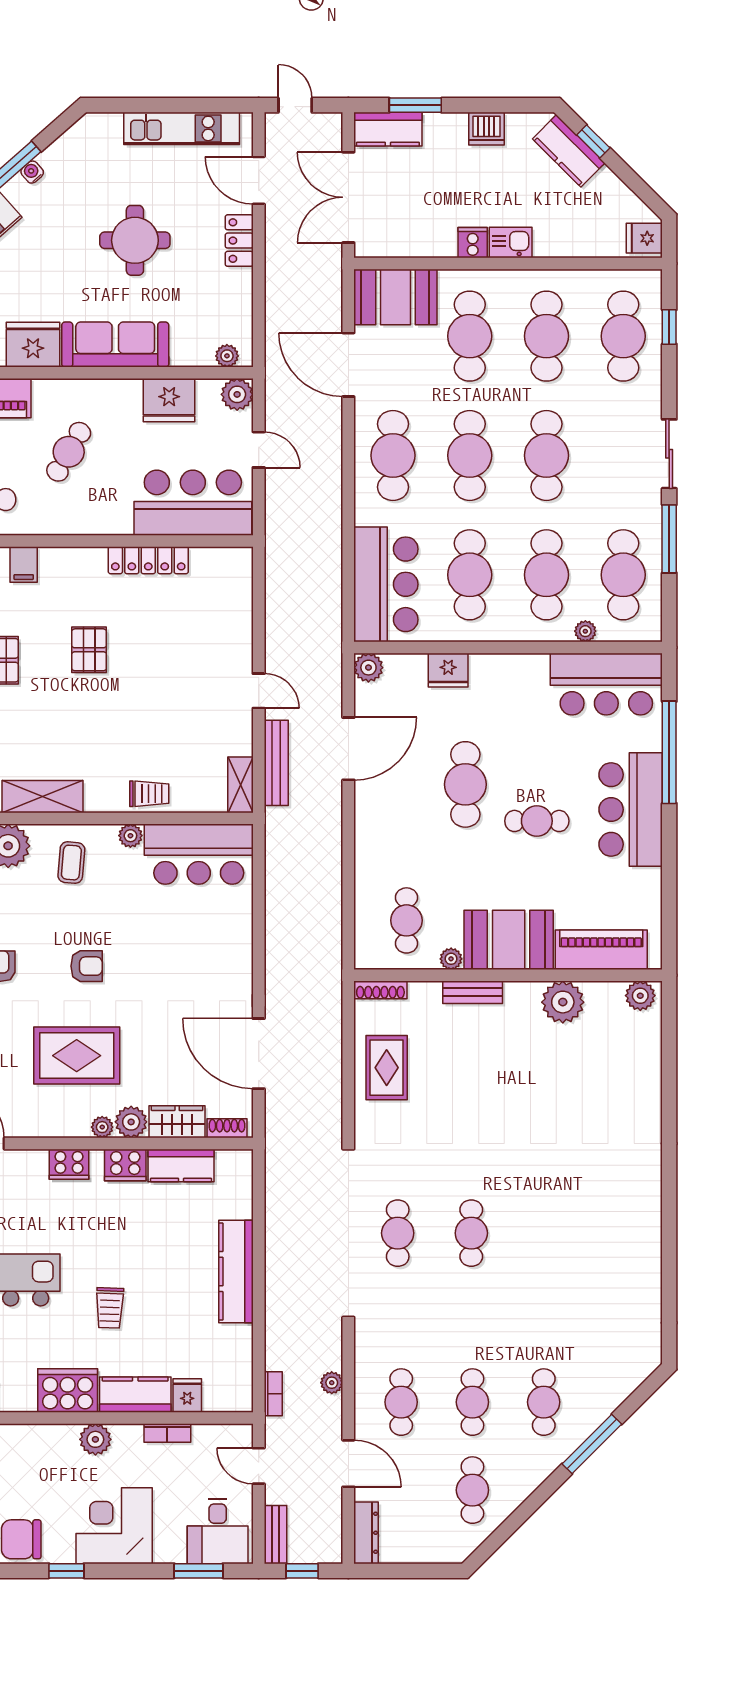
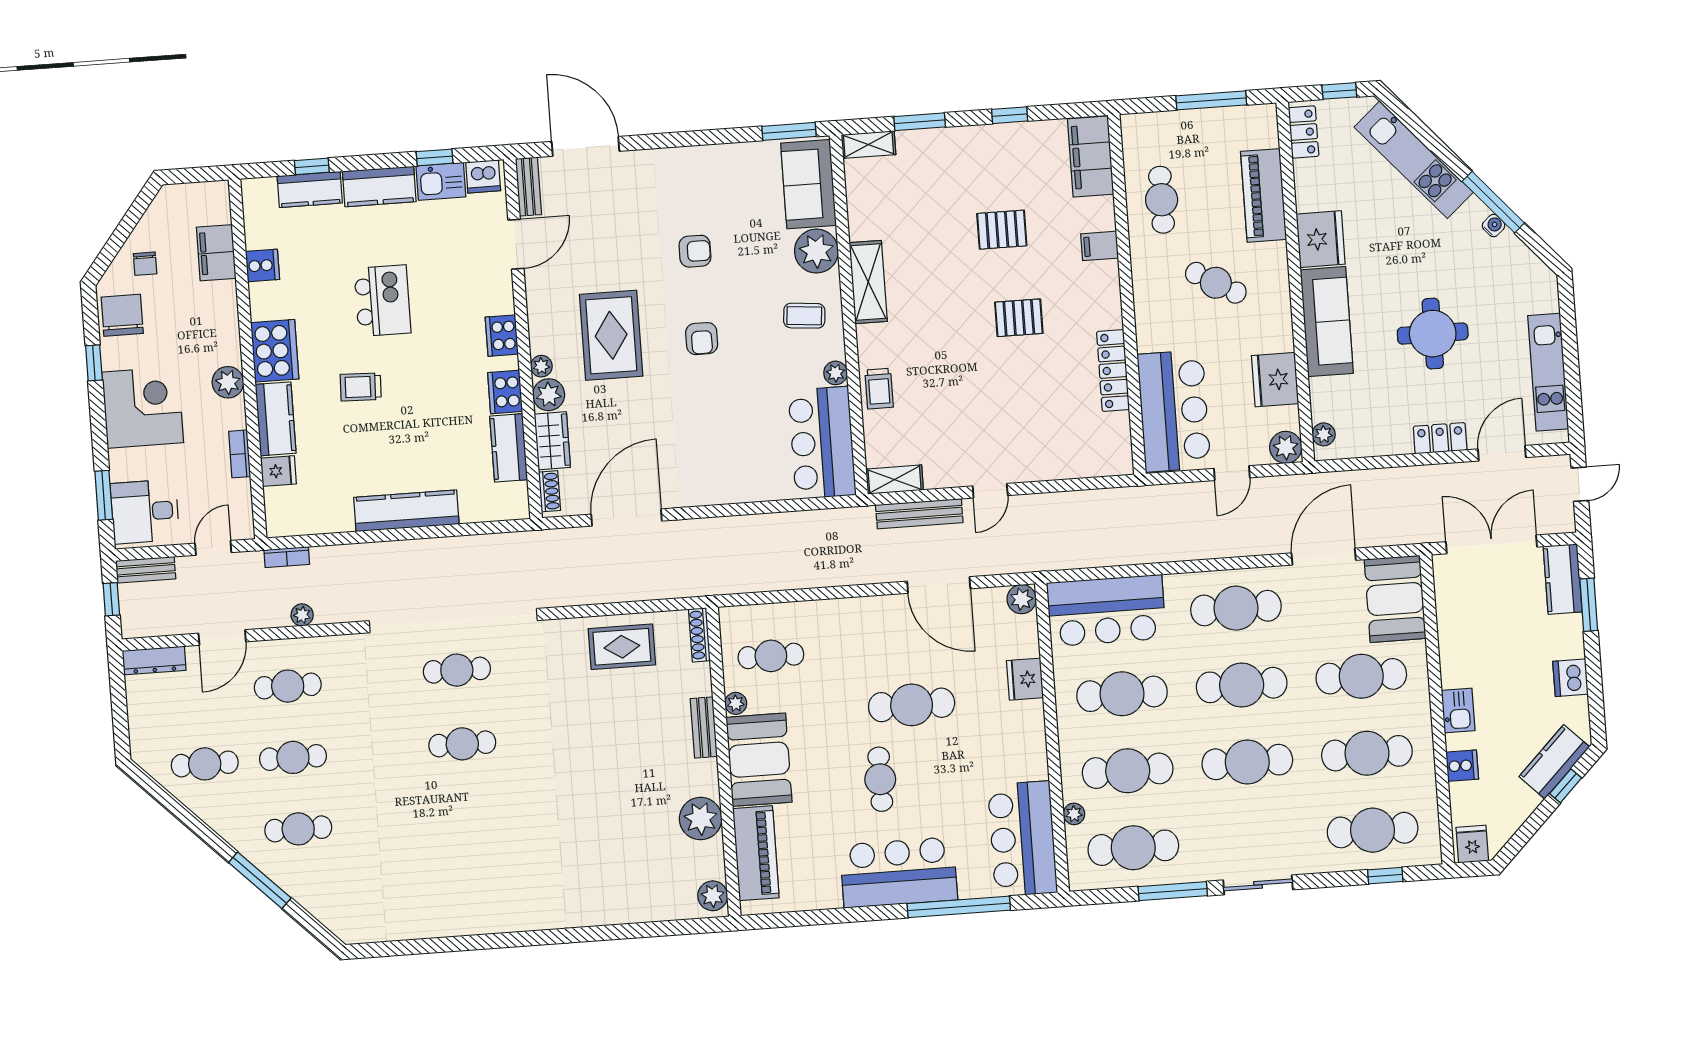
cooker: (473, 243) -> (1462, 766), moved

